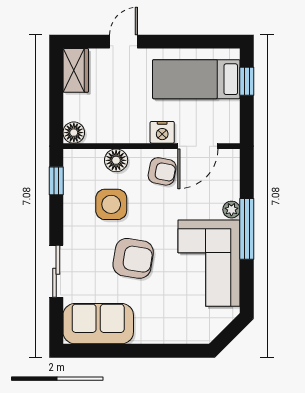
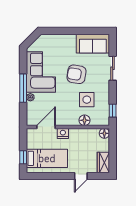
armchair: (162, 171) -> (63, 115), removed

